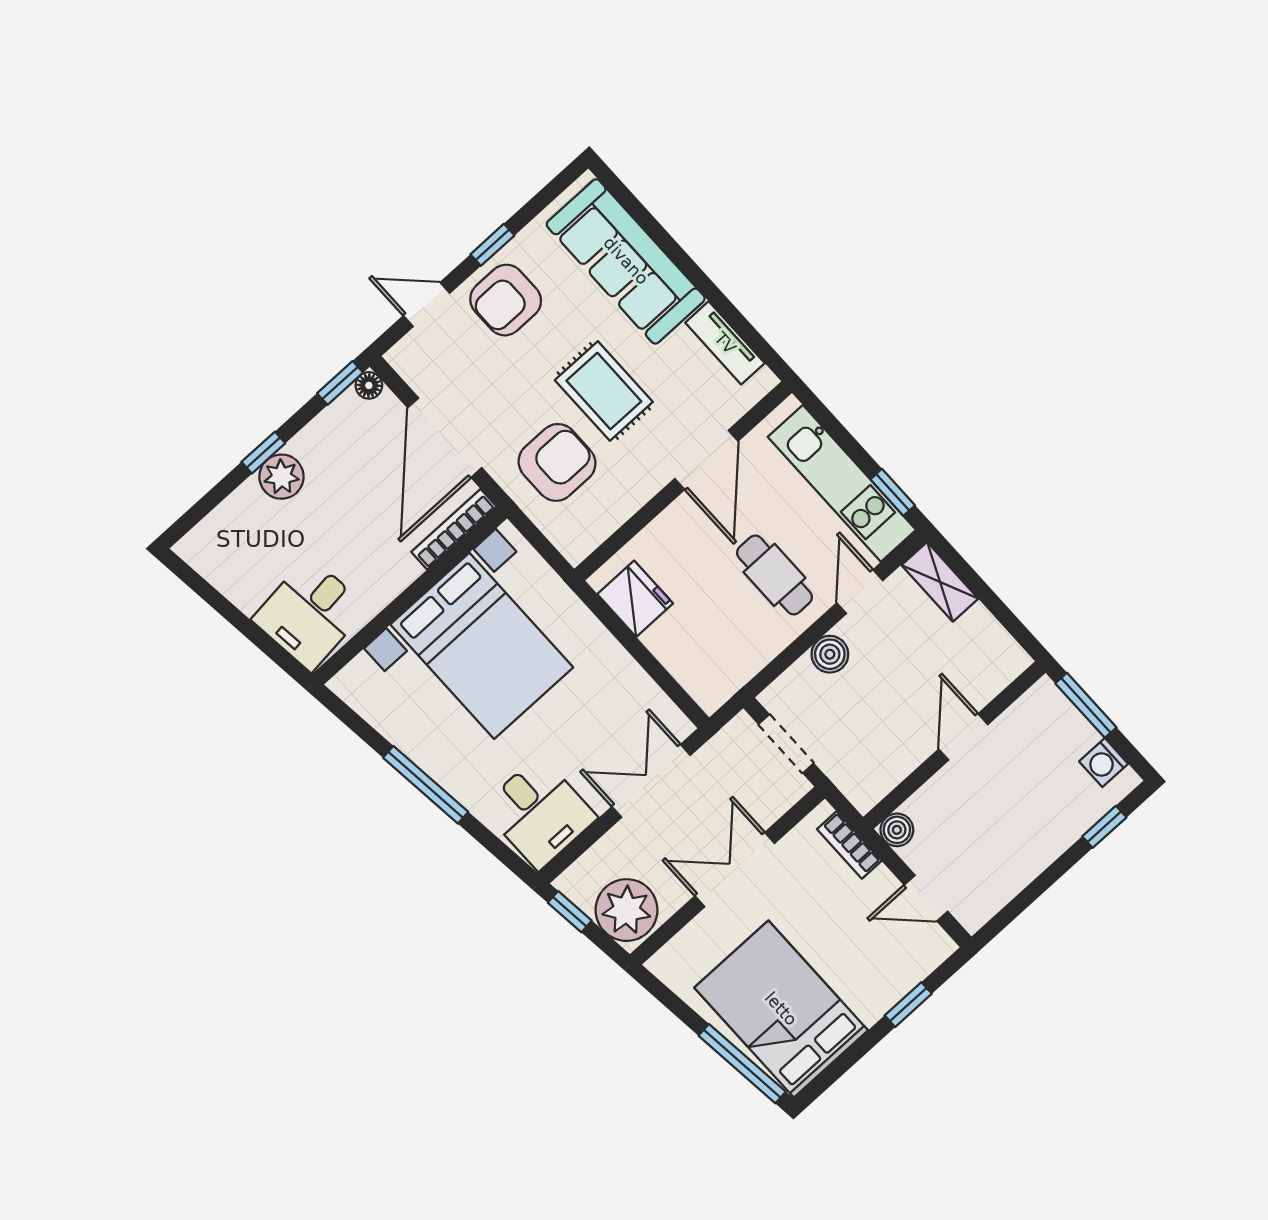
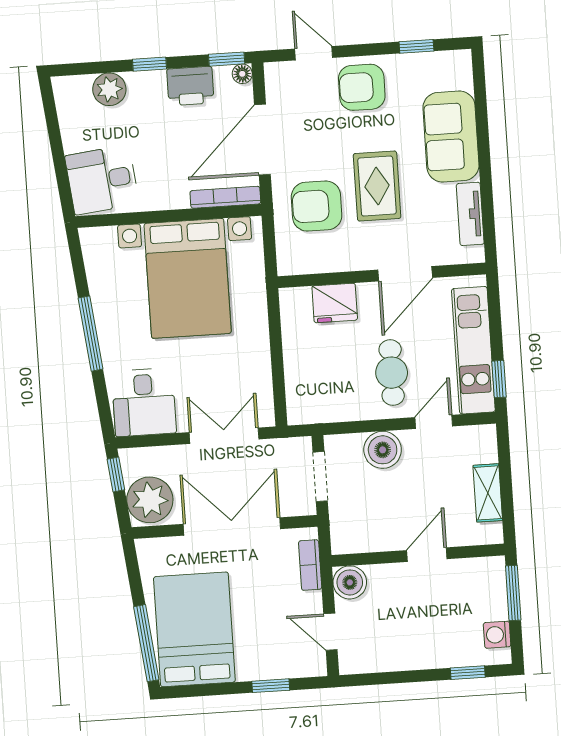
window: (492, 245) -> (416, 46), moved
sofa: (626, 261) -> (451, 137), width x0.73
printer: (324, 441) -> (190, 86), added
armchair: (557, 462) -> (317, 206), turned 180
plant: (281, 477) -> (109, 89), moved
shelving: (940, 582) -> (488, 493), moved
fridge: (635, 599) -> (335, 303), moved, turned 90
boiler: (830, 654) -> (383, 450), width x1.36, depth x1.36
boiler: (897, 830) -> (350, 582), width x1.36, depth x1.36
double door: (735, 870) -> (232, 526), width x1.37

